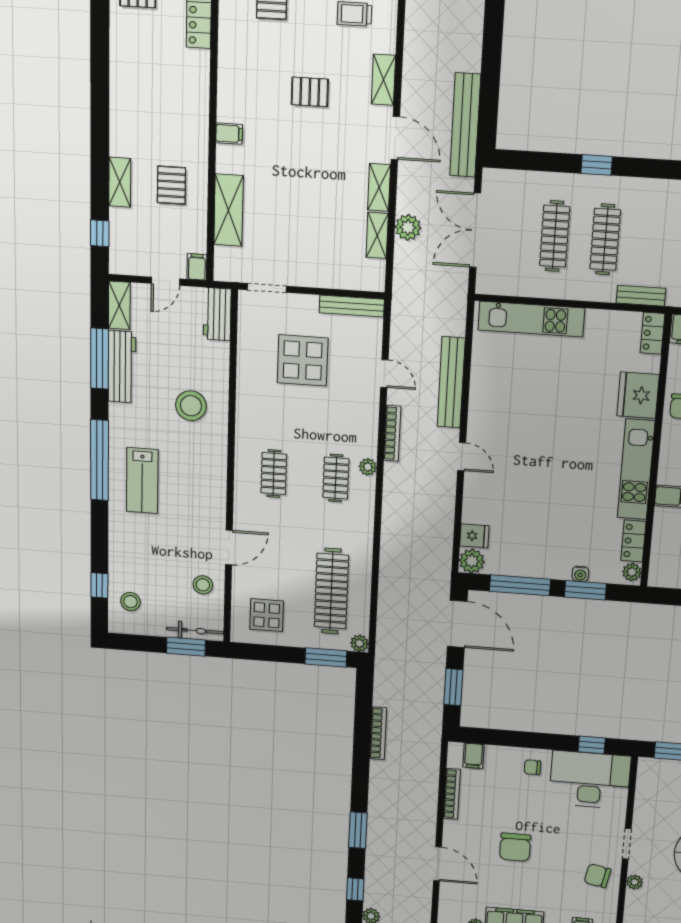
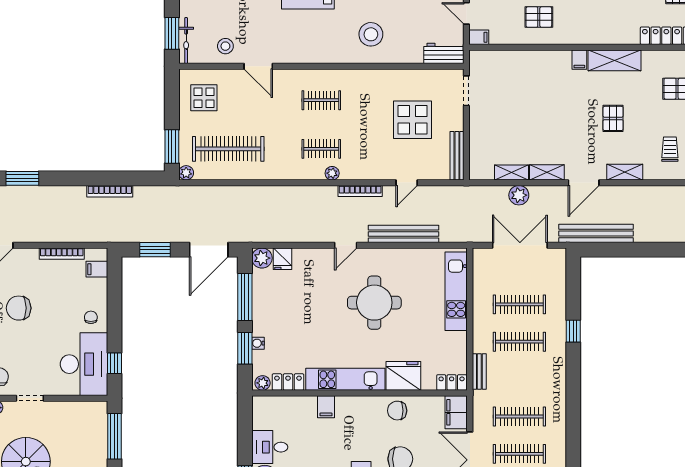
shelving: (228, 210) -> (614, 60), moved
round table: (539, 426) -> (374, 303), added

